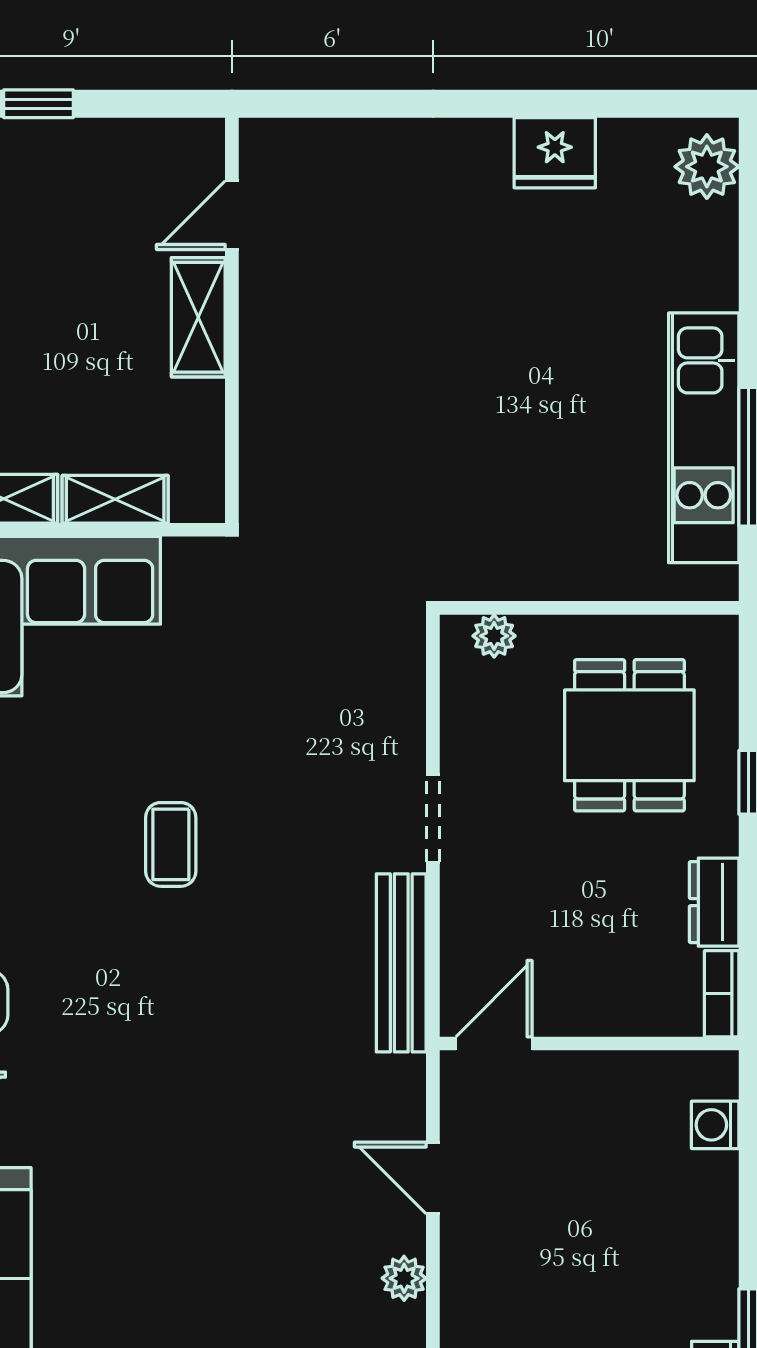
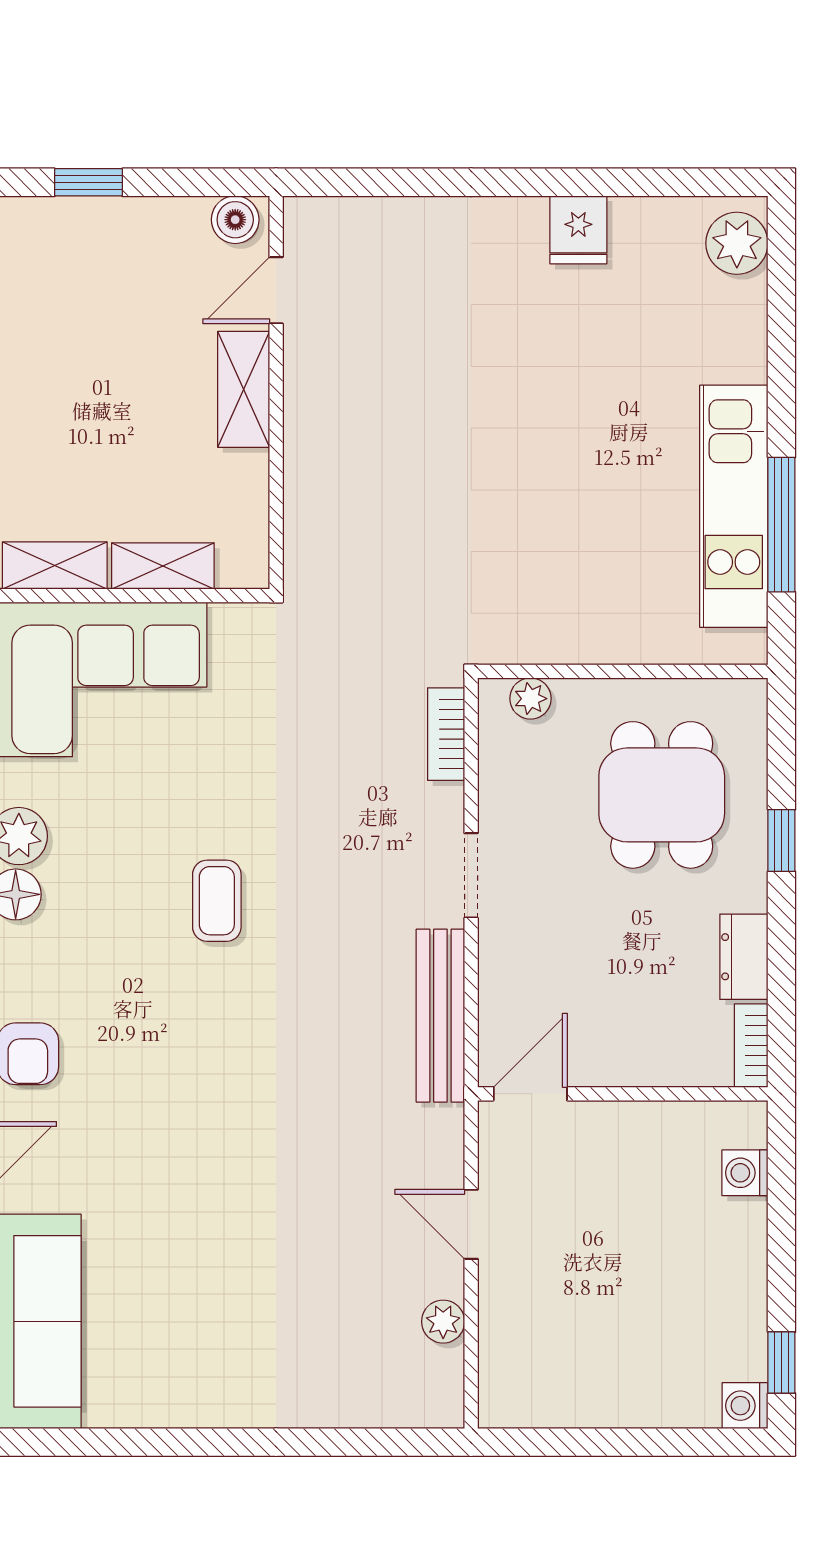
boiler: (190, 142) -> (235, 220), added
fridge: (555, 153) -> (578, 230), width x0.72
bookcase: (407, 673) -> (446, 734), added

